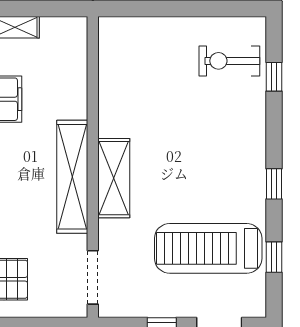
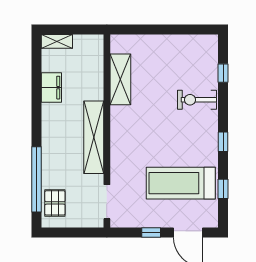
exercise bike: (229, 61) -> (197, 100), moved
shelving: (114, 178) -> (120, 79), moved

